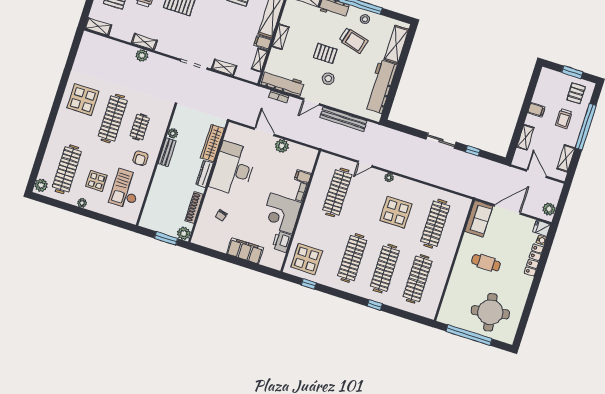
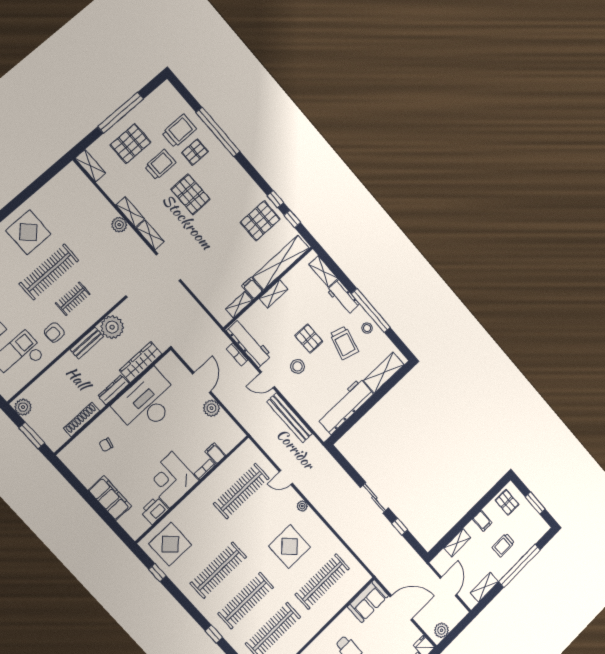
shelving: (224, 67) -> (150, 235), moved
pallet: (576, 93) -> (507, 502), moved, turned 90
plant: (173, 133) -> (112, 327), width x1.88, depth x1.88
plant: (184, 233) -> (23, 407), moved

